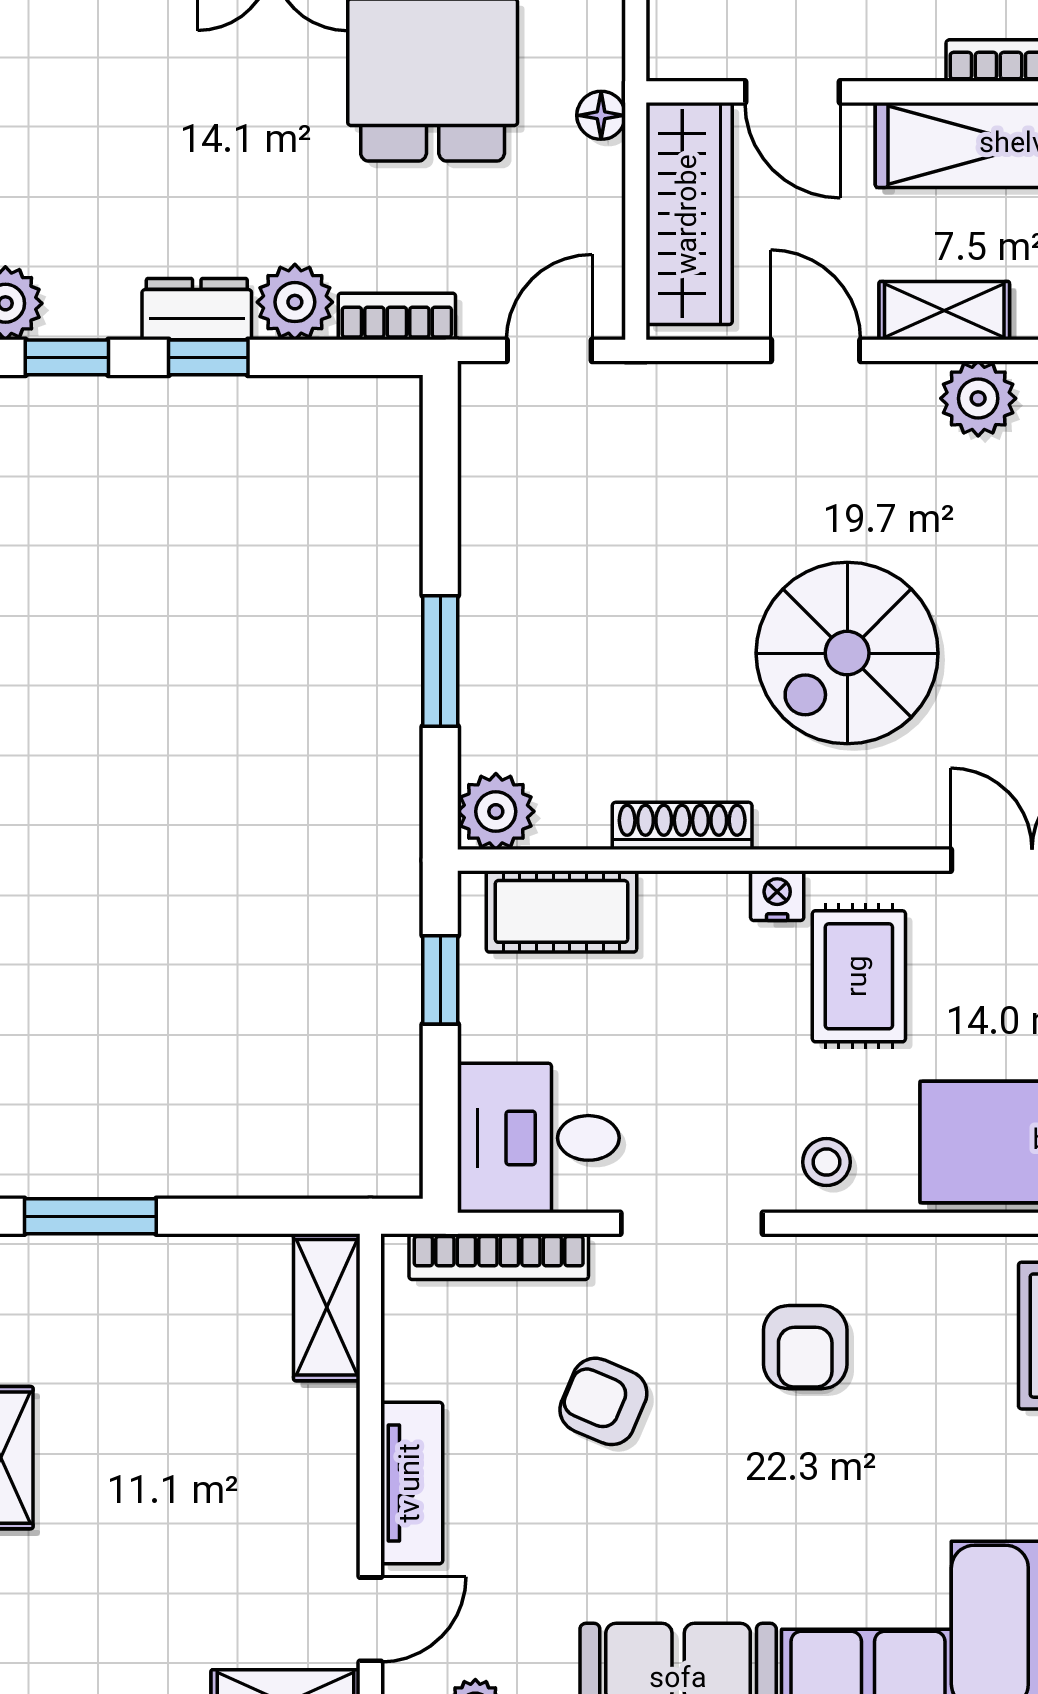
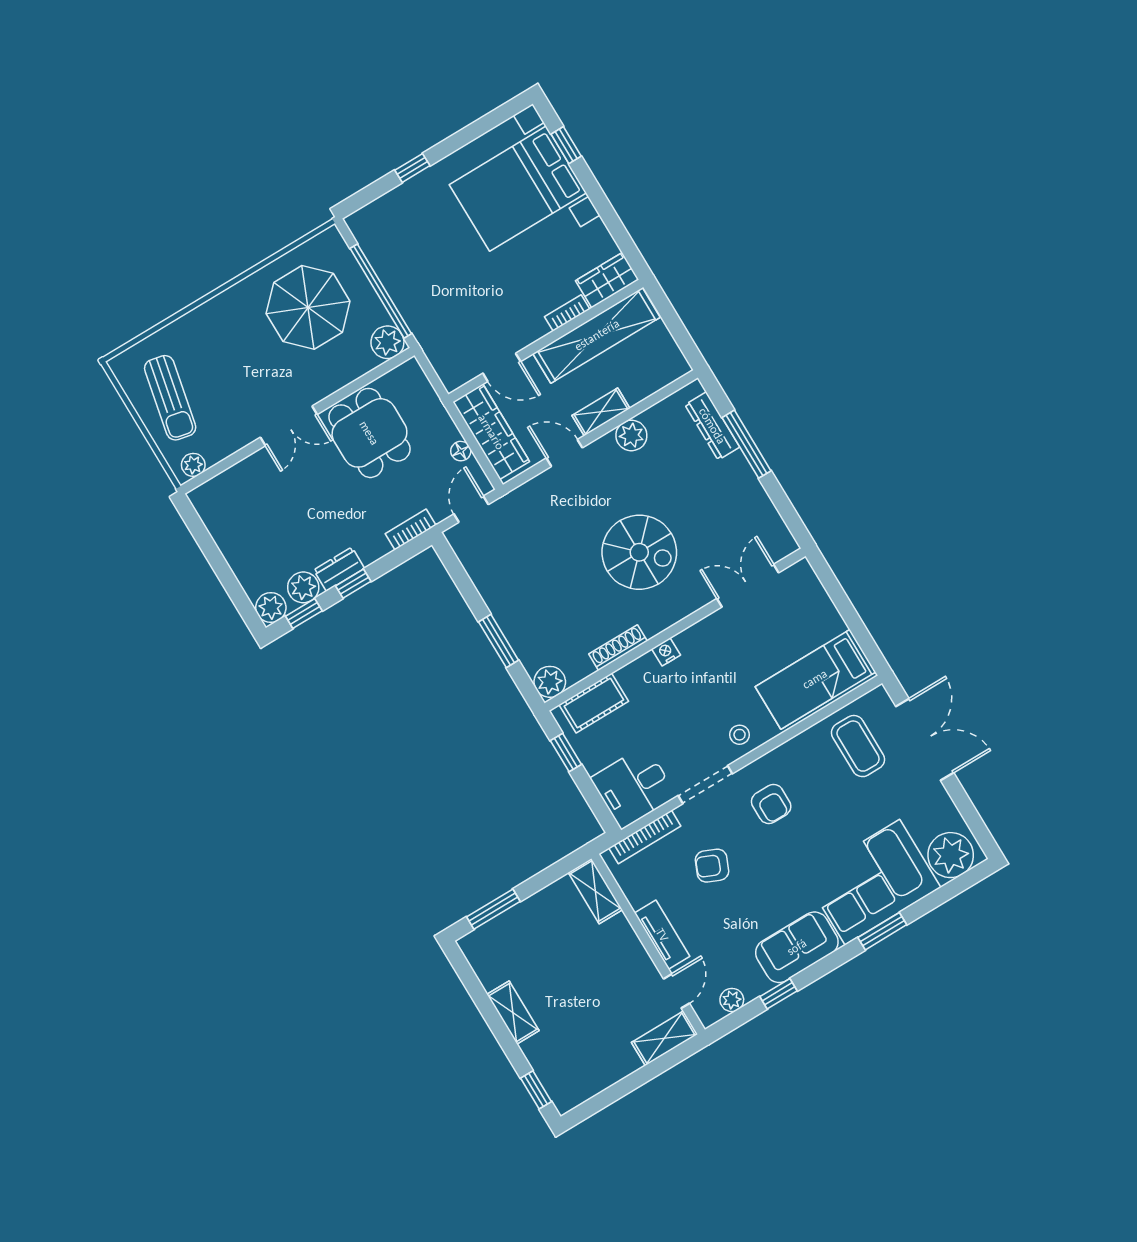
floor lamp: (601, 115) -> (461, 451), moved
plant: (295, 302) -> (303, 587), moved
spiral stairs: (847, 653) -> (639, 552), turned -90
rug: (859, 976) -> (712, 663), removed

